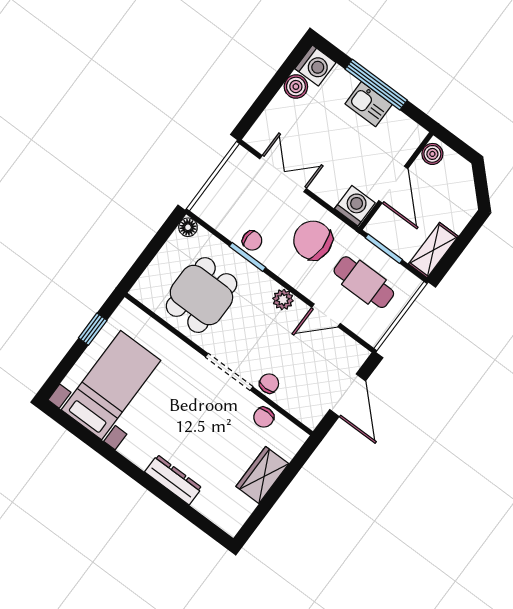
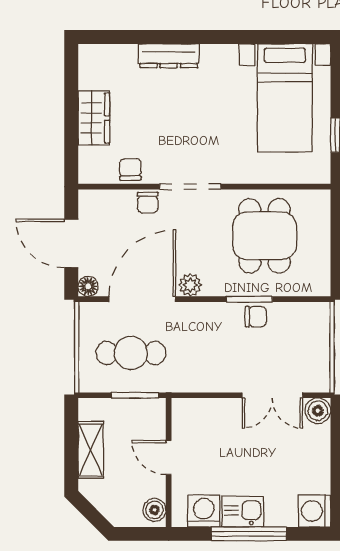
boiler: (296, 87) -> (318, 411), moved
door: (393, 185) -> (169, 458), width x0.73
washing machine: (355, 206) -> (204, 511), moved, turned 180
floor lamp: (188, 227) -> (88, 286), moved
chair: (313, 240) -> (203, 356), removed
chair: (252, 241) -> (256, 317), turned 180
shelving: (433, 250) -> (91, 450), moved
door: (326, 315) -> (142, 299), width x1.87

